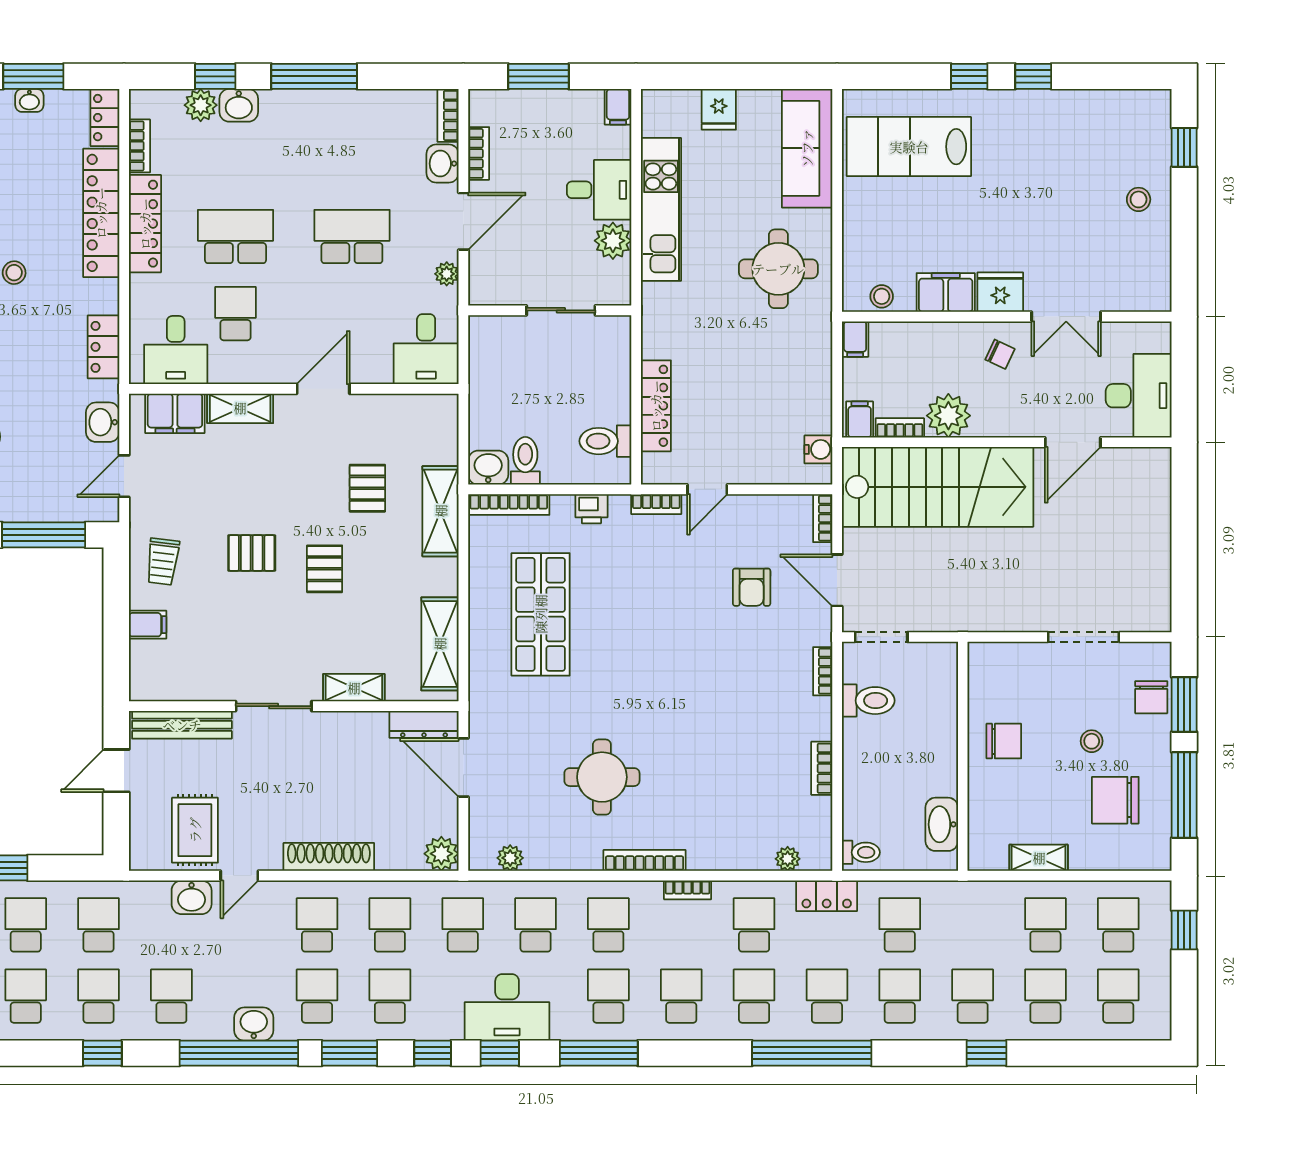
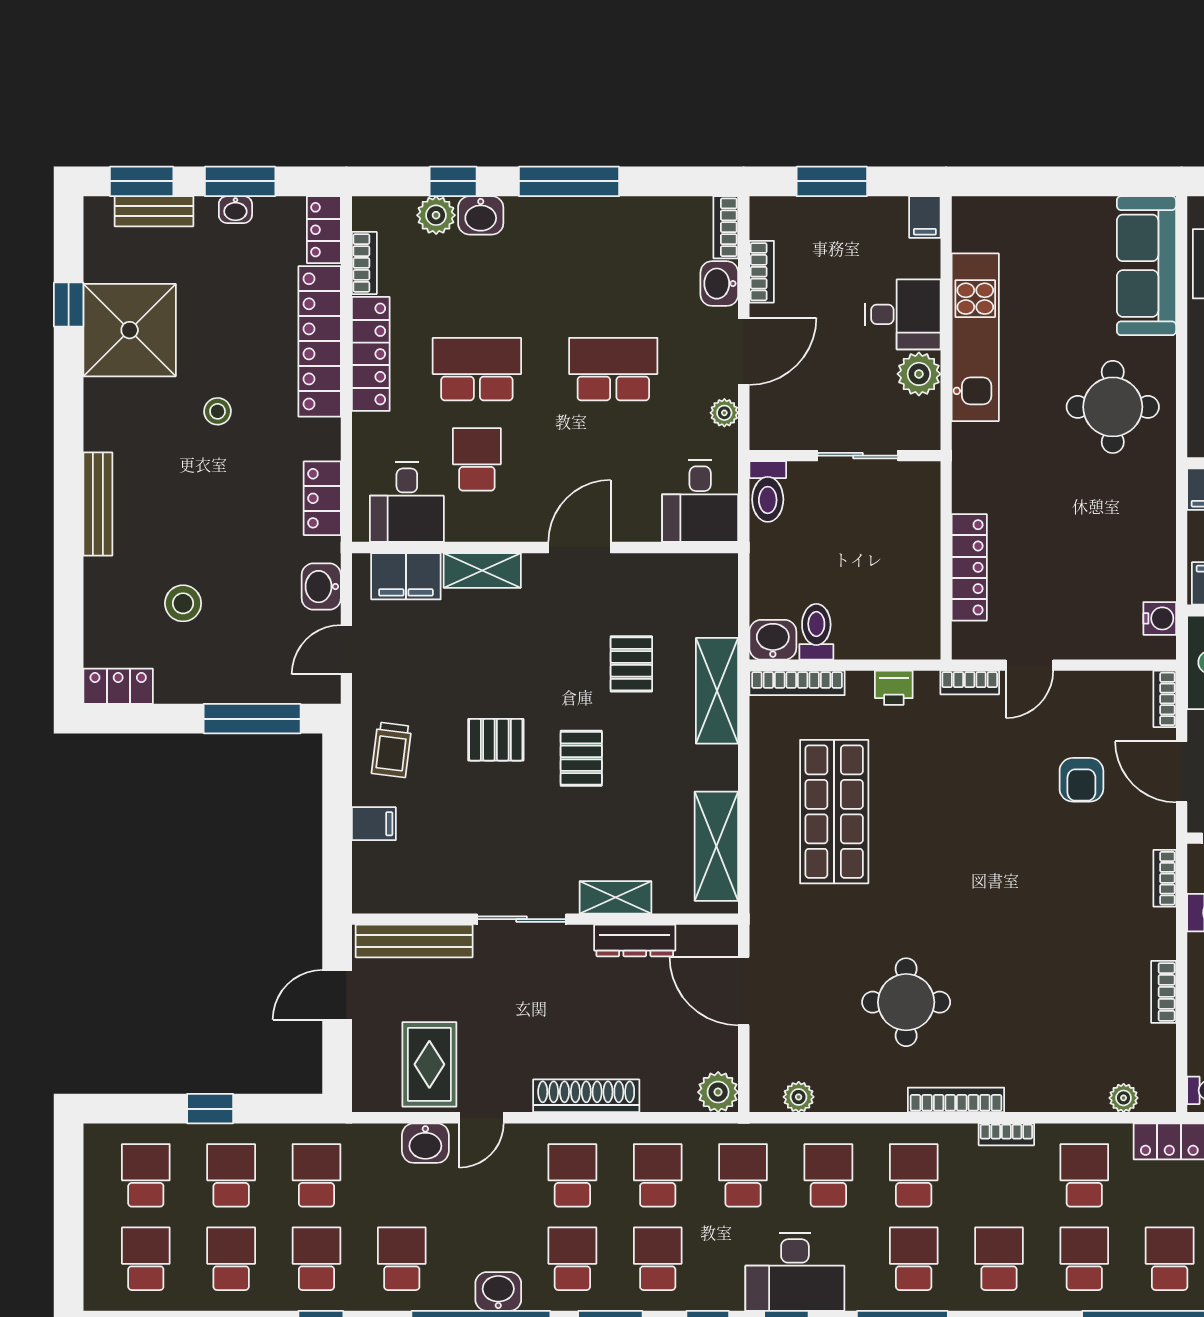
fridge: (719, 109) -> (1043, 220), removed
toilet: (605, 441) -> (768, 491), moved, turned -90
dresser: (424, 724) -> (635, 940), moved

